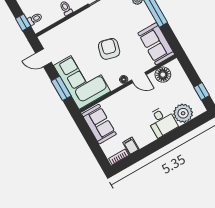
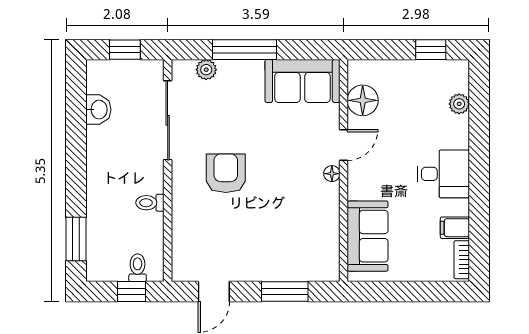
armchair: (109, 49) -> (226, 173), moved, turned 75
corner sofa: (82, 78) -> (288, 245), removed
plant: (183, 113) -> (459, 104), width x0.53, depth x0.53
desk: (162, 121) -> (443, 174), moved
sofa: (99, 124) -> (368, 236), moved, turned 90

